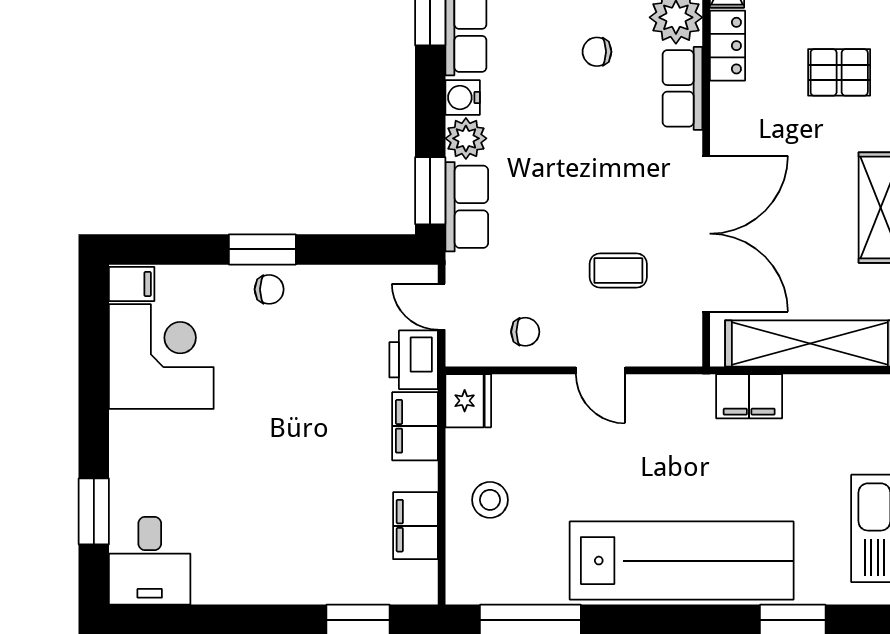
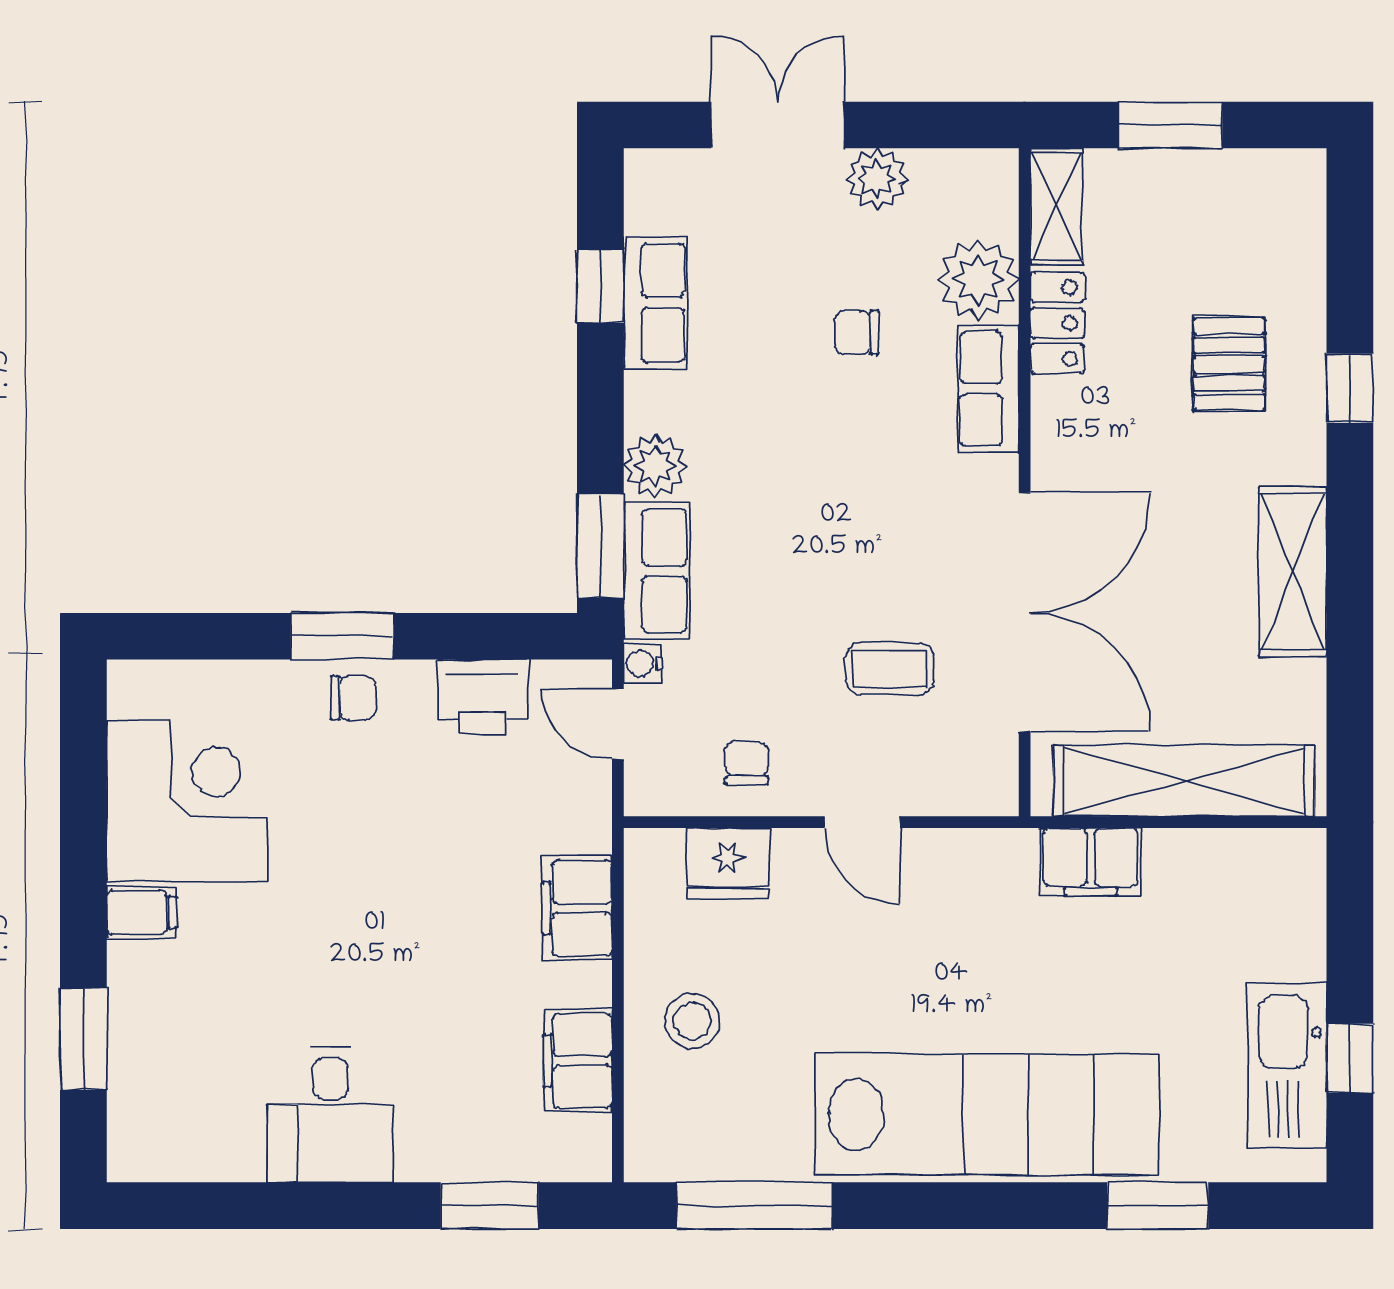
pallet: (839, 72) -> (1229, 364), turned 90
water cooler: (463, 97) -> (643, 663), moved, width x0.72, depth x0.72
filing cabinet: (132, 284) -> (142, 912), moved
chair: (525, 332) -> (747, 763), turned -90
printer: (414, 360) -> (483, 697), moved, turned -90
fridge: (468, 401) -> (728, 863), moved, turned 90
desk: (150, 561) -> (330, 1115), moved

